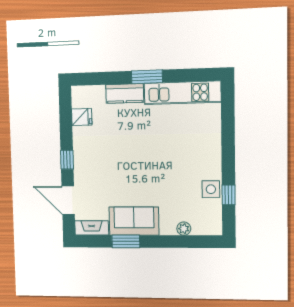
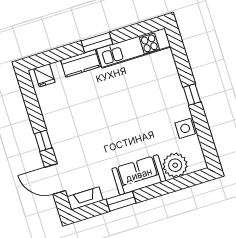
fridge: (82, 117) -> (44, 75), moved, turned 90
window: (229, 195) -> (192, 94), moved
sofa: (134, 221) -> (139, 175), moved
plant: (184, 229) -> (175, 165), width x1.88, depth x1.88

